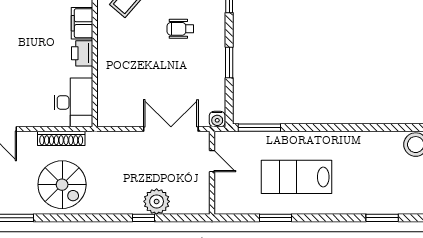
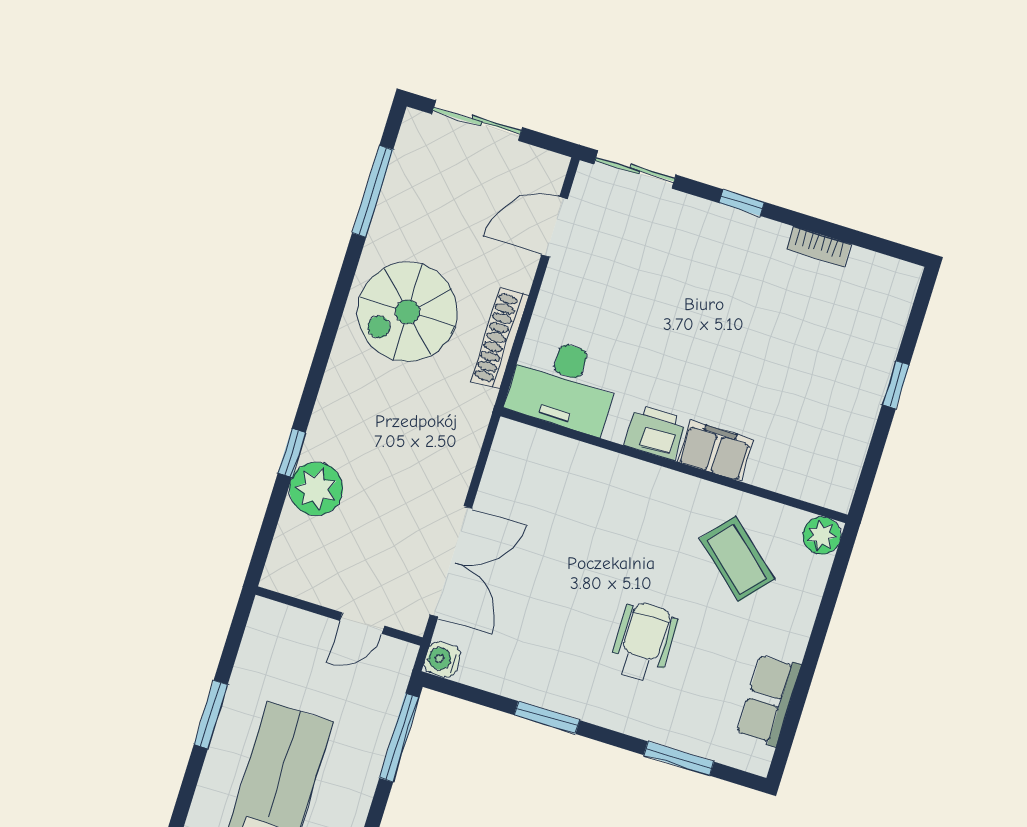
wheelchair: (180, 29) -> (644, 642), width x1.36, depth x1.37

